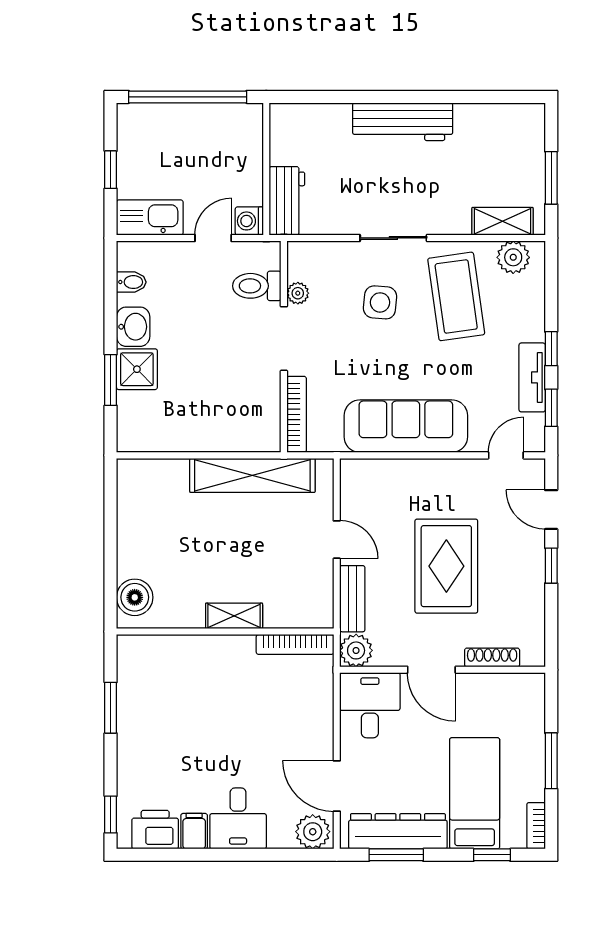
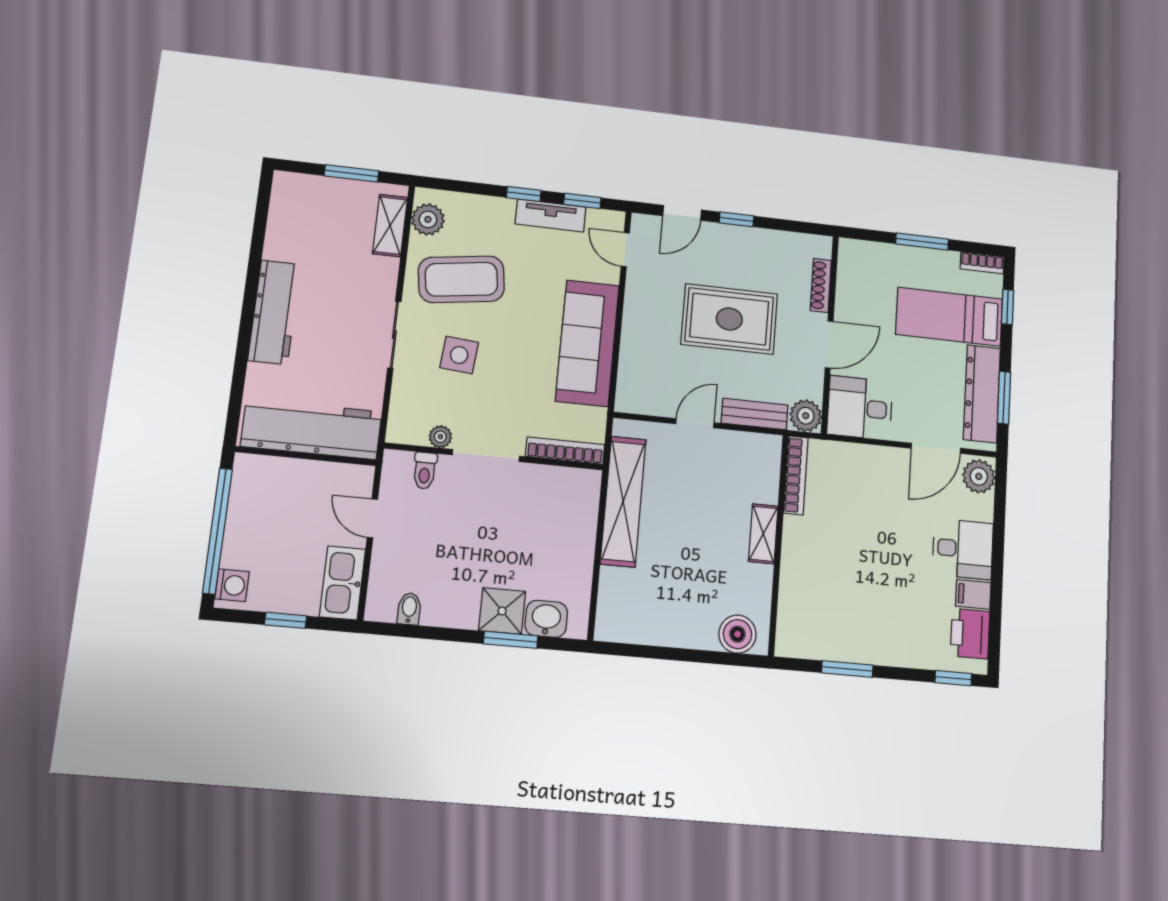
workbench: (287, 201) -> (311, 429), width x1.88, depth x1.32
washing machine: (249, 221) -> (232, 585), moved, turned -90
toilet: (257, 286) -> (425, 471), width x0.73, depth x0.72
washbasin: (133, 327) -> (546, 619), moved

